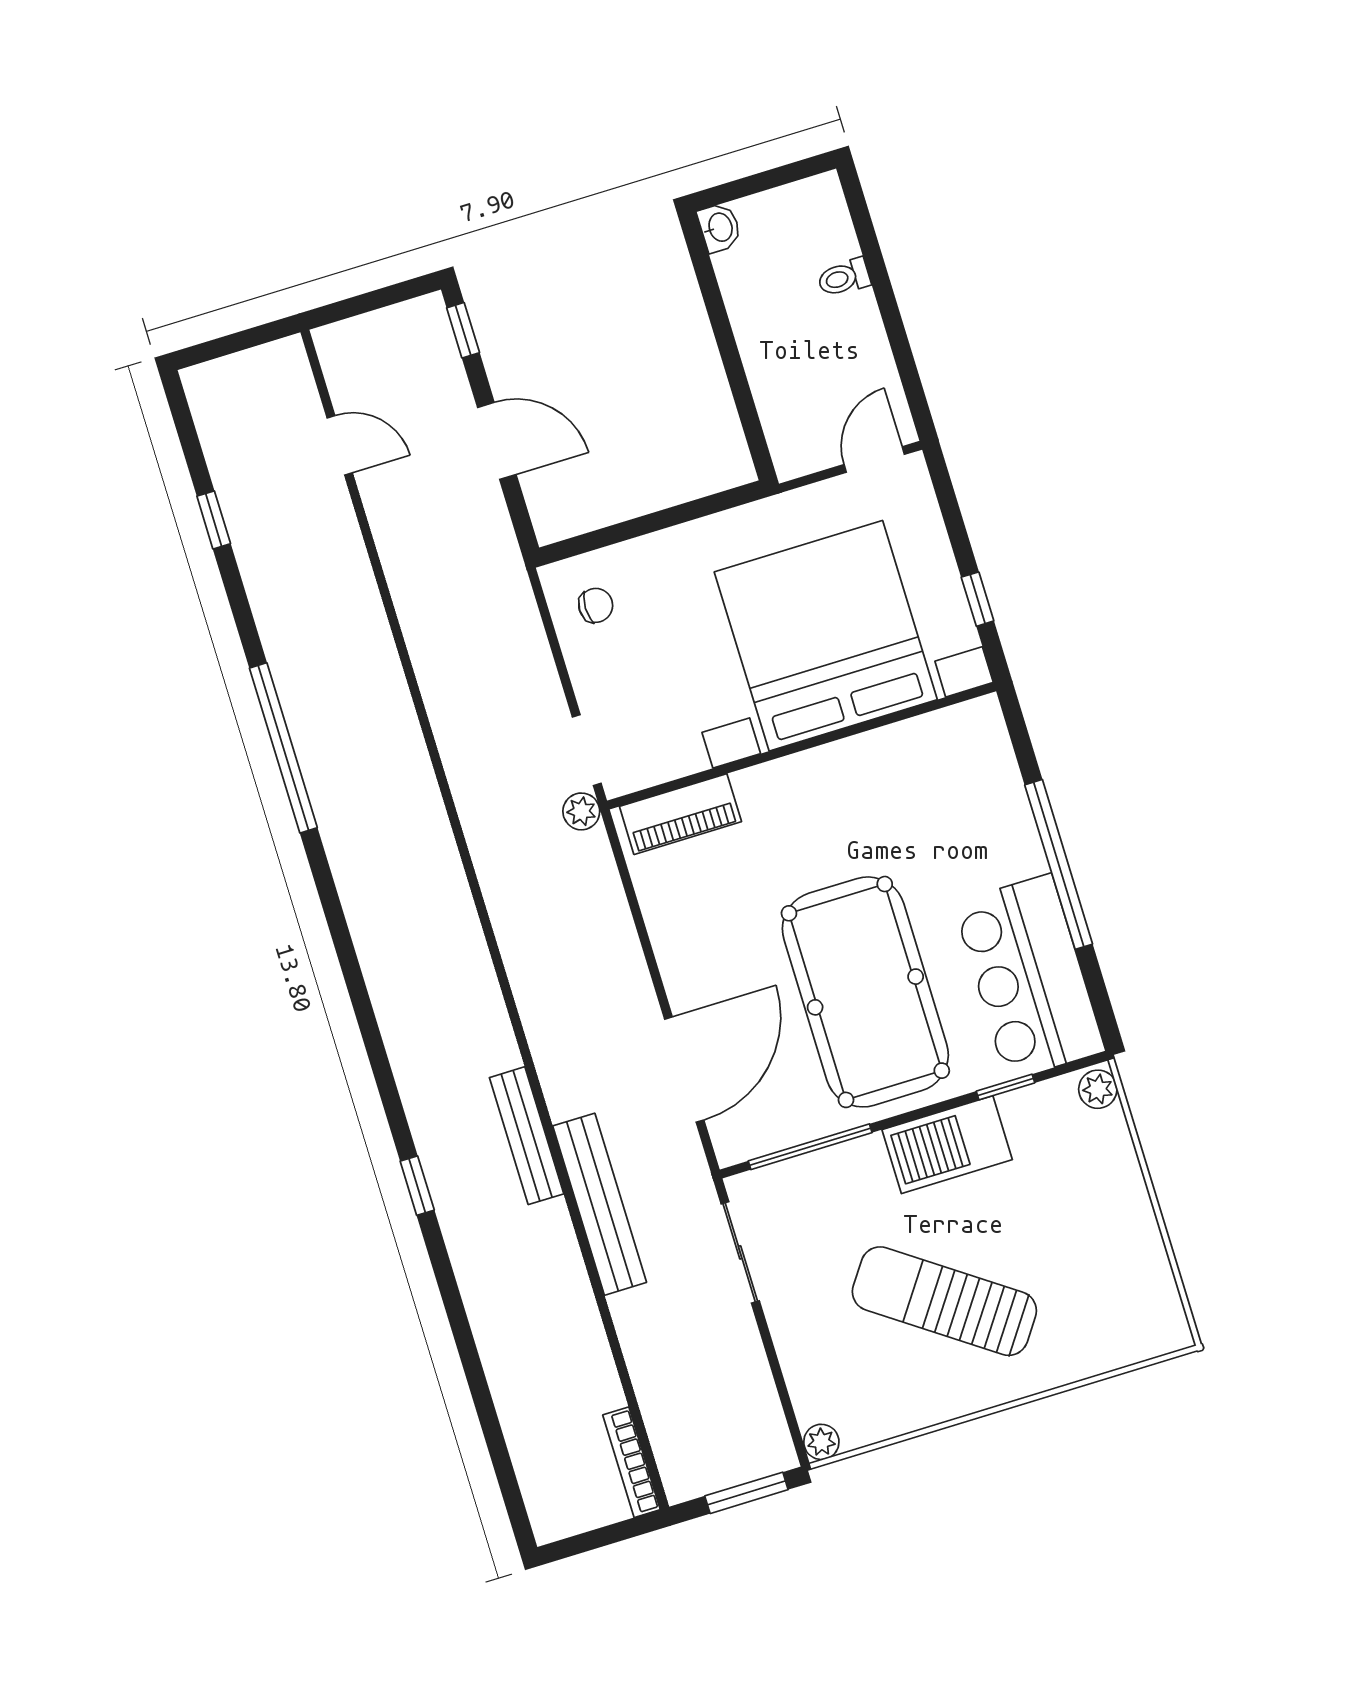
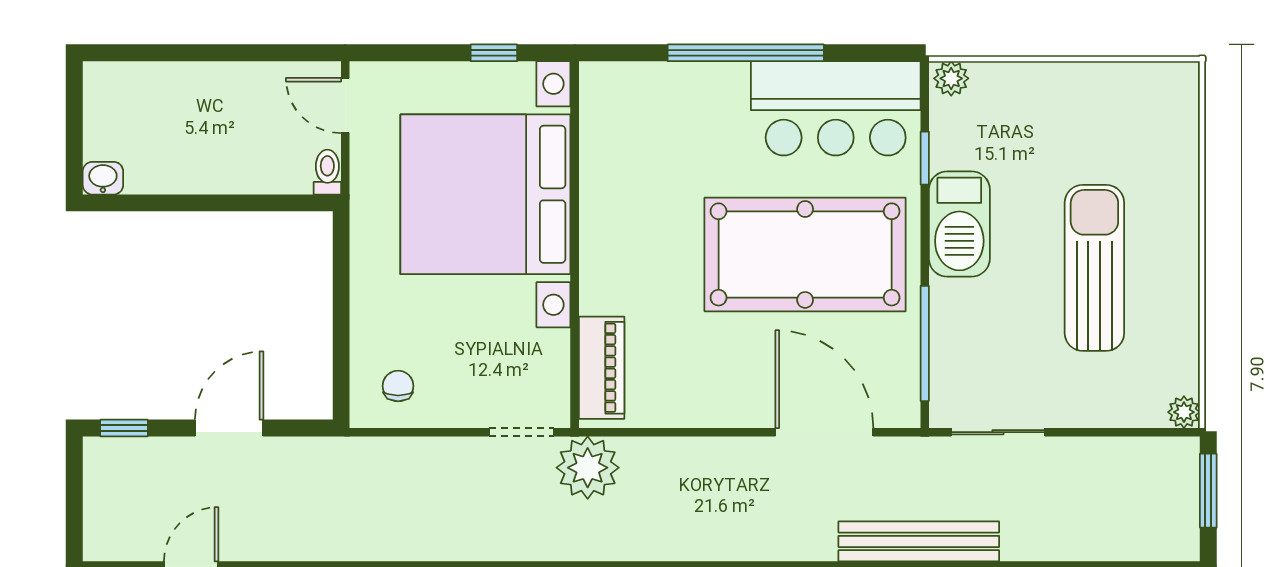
toilet: (844, 278) -> (327, 172), moved, turned 180
plant: (581, 811) -> (588, 468), width x1.87, depth x1.87
sun lounger: (944, 1301) -> (1094, 268), turned 145

